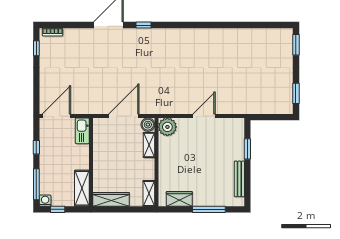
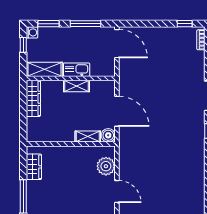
plant: (167, 127) -> (106, 166), moved
kitchen sink: (82, 131) -> (77, 70), moved
window: (36, 147) -> (86, 24), width x2.17
window: (36, 184) -> (48, 24), width x0.69
shelving: (149, 193) -> (76, 86), moved

